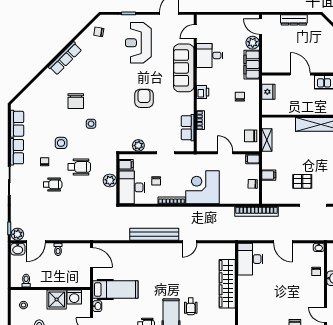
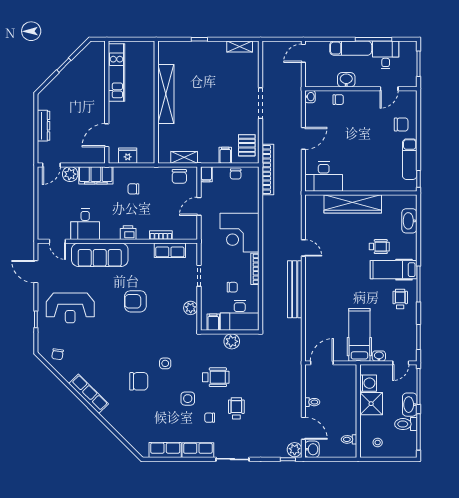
door: (300, 74) -> (107, 135), moved
wheelchair: (79, 167) -> (216, 377), turned 90
pallet: (302, 181) -> (247, 145), moved

